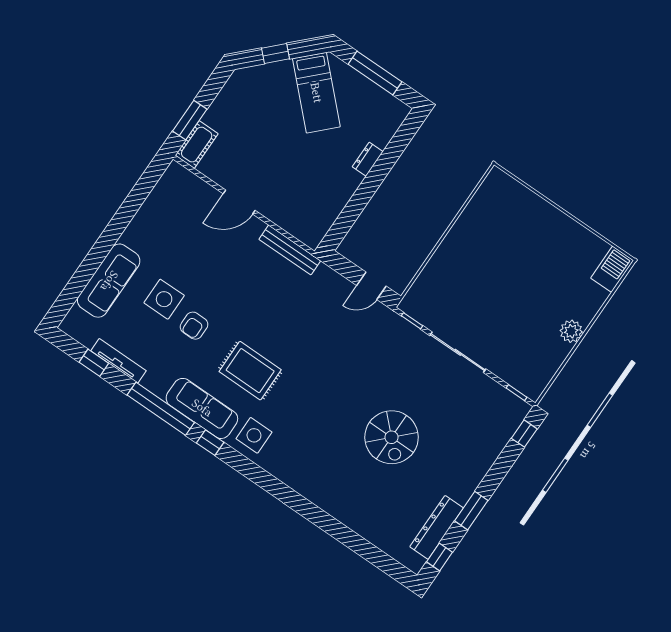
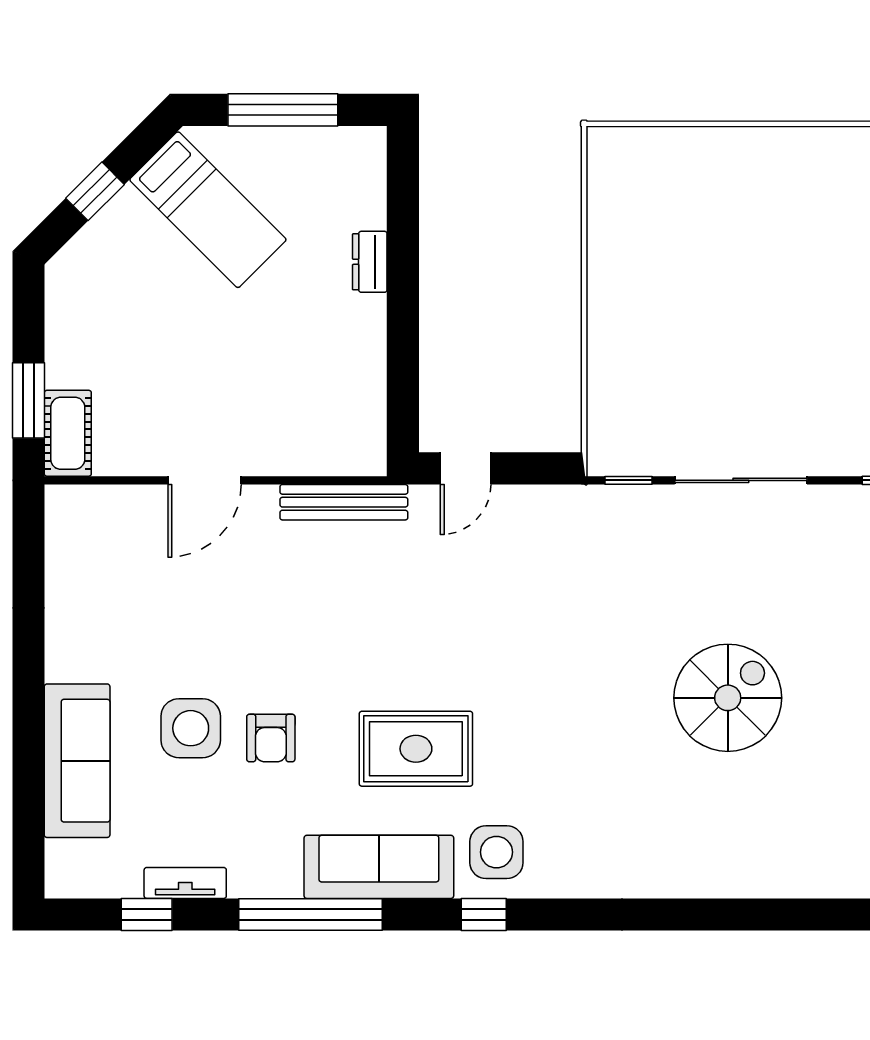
door: (371, 286) -> (466, 468), moved
tv unit: (118, 361) -> (185, 883), width x0.71
spiral stairs: (392, 437) -> (728, 698), turned -90
window: (210, 443) -> (484, 915), moved

